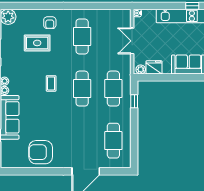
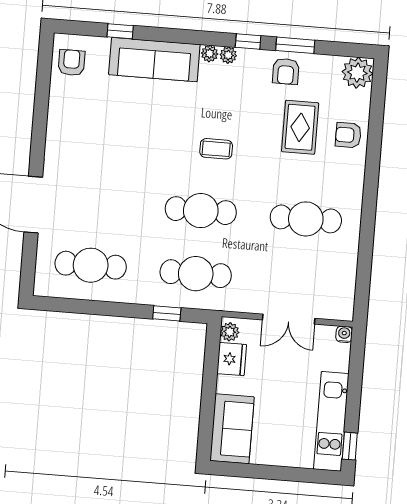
armchair: (50, 23) -> (348, 135), moved
double door: (132, 41) -> (289, 319), swing flipped
armchair: (10, 52) -> (286, 71), added
armchair: (41, 152) -> (72, 63), moved, width x0.53, depth x0.53

